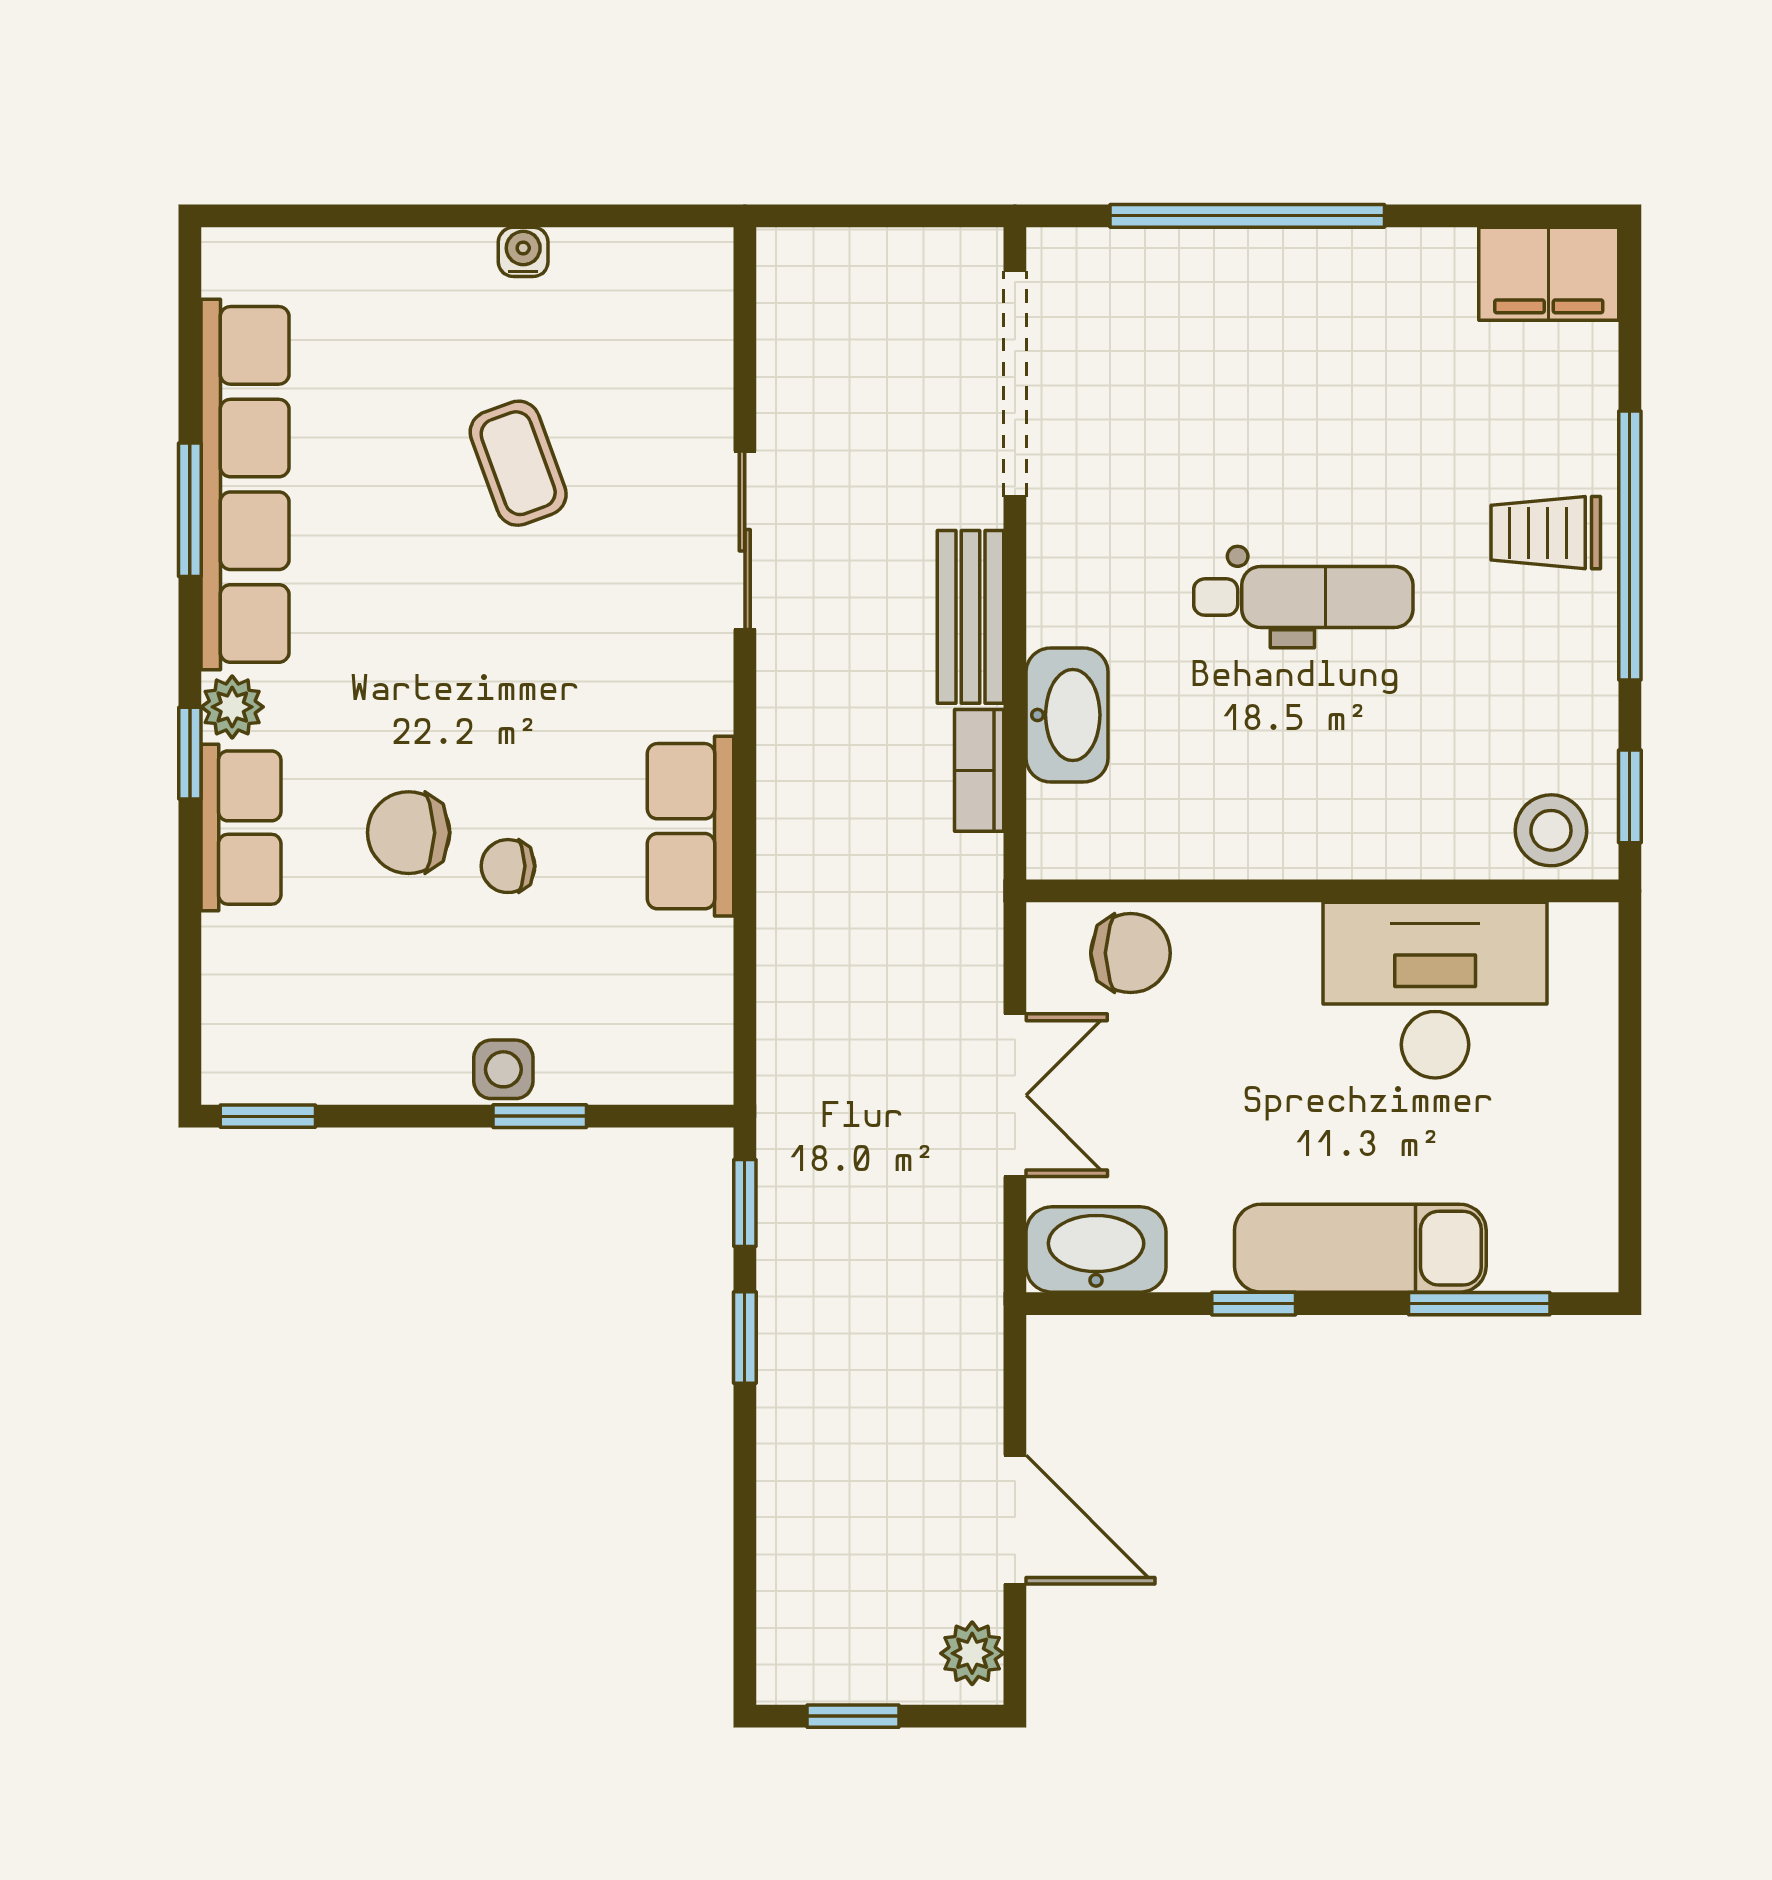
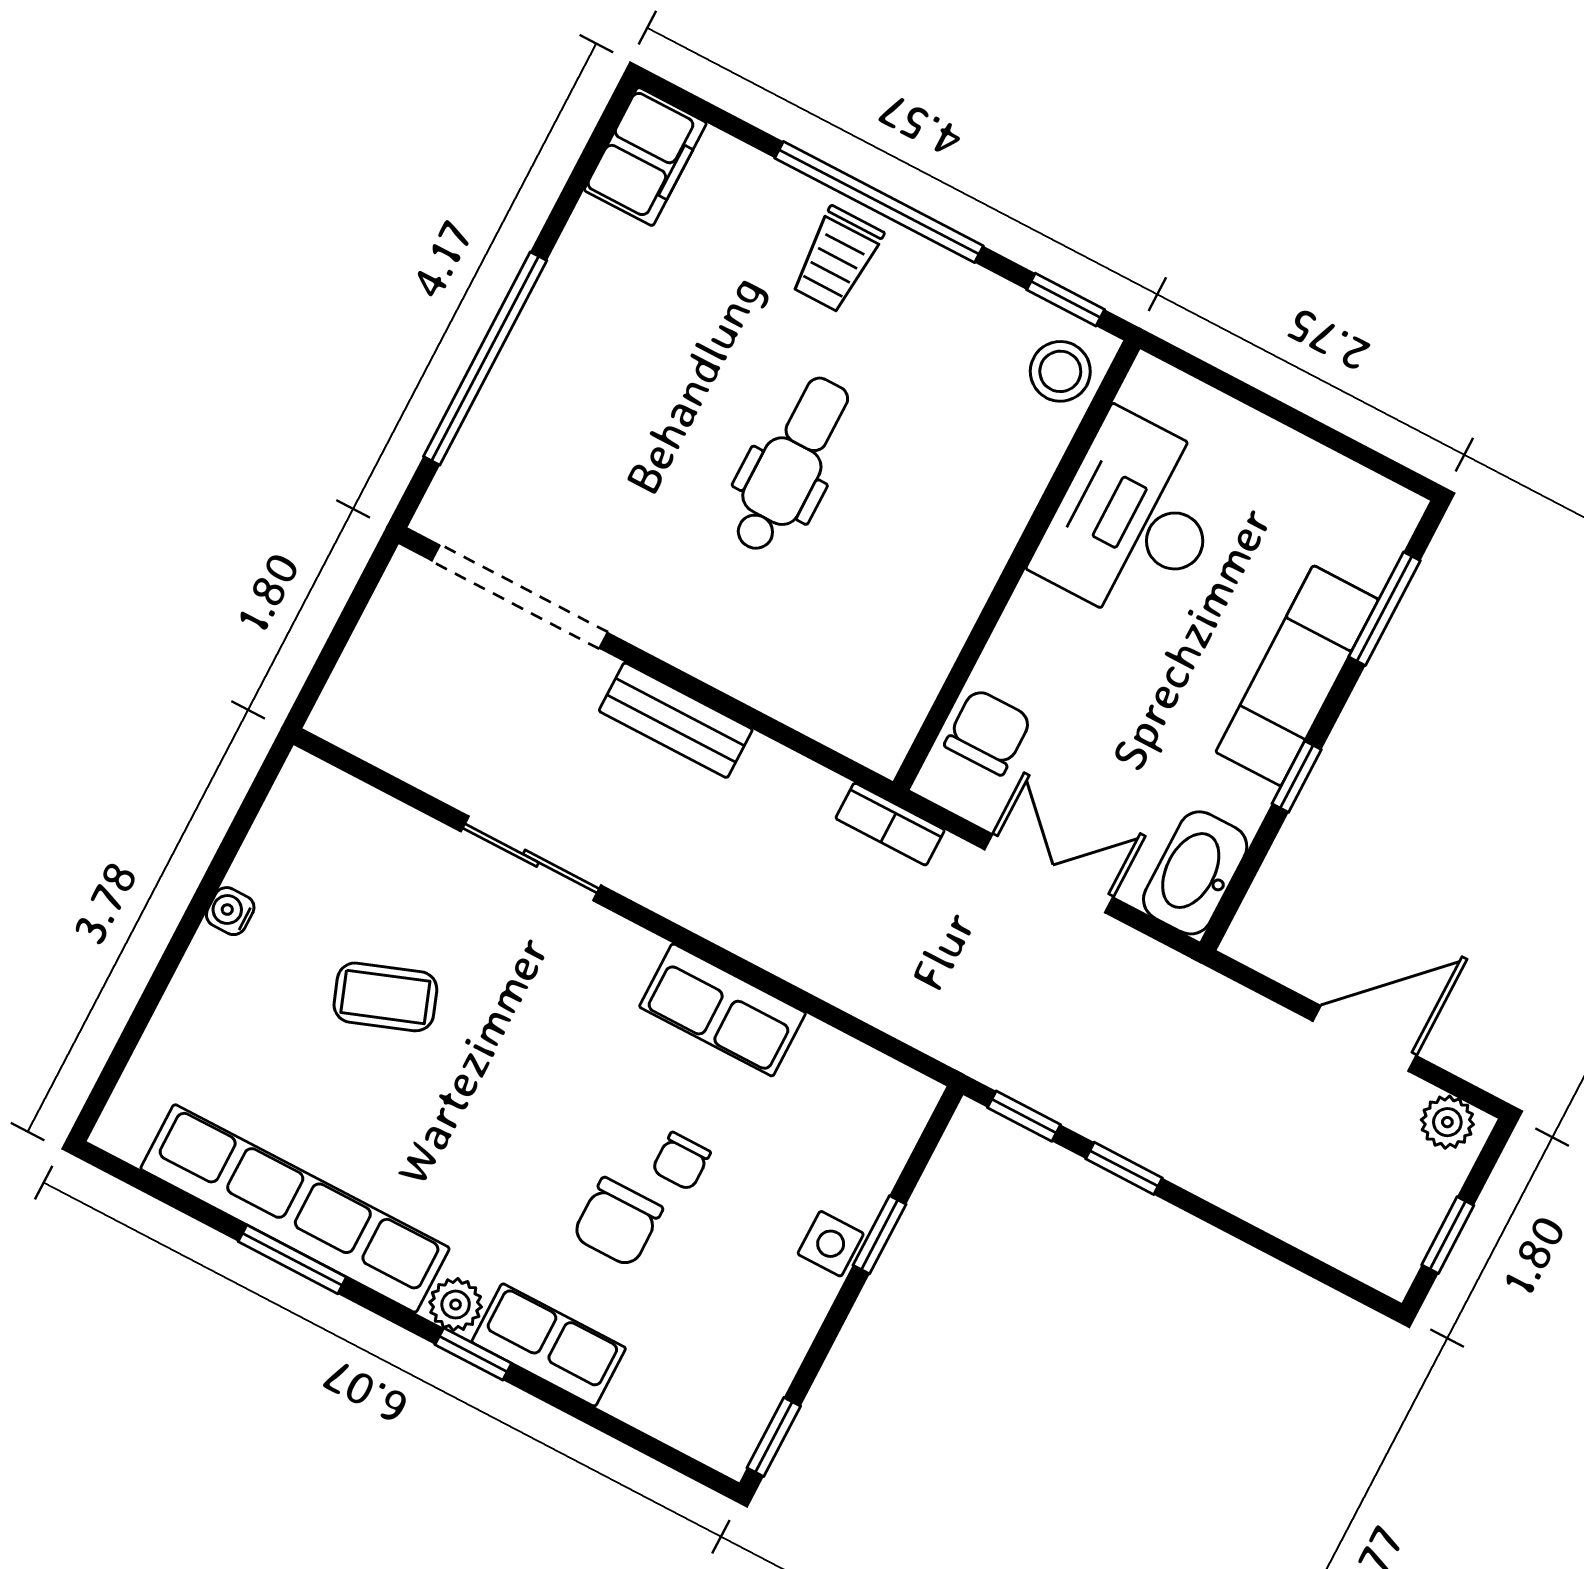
washbasin: (1067, 715) -> (786, 687), removed
bookcase: (979, 770) -> (890, 824), moved

